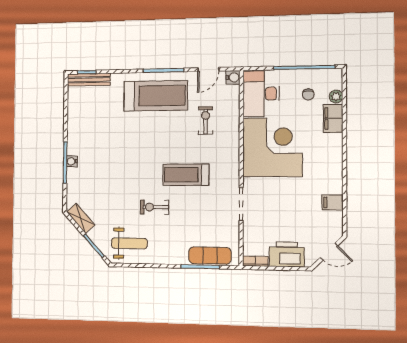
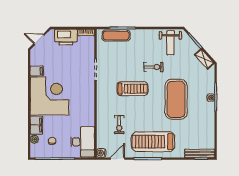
corner desk: (272, 147) -> (49, 96), moved, turned 180
exercise mat: (122, 159) -> (176, 99), added
weight bench: (129, 243) -> (170, 43), turned -90

